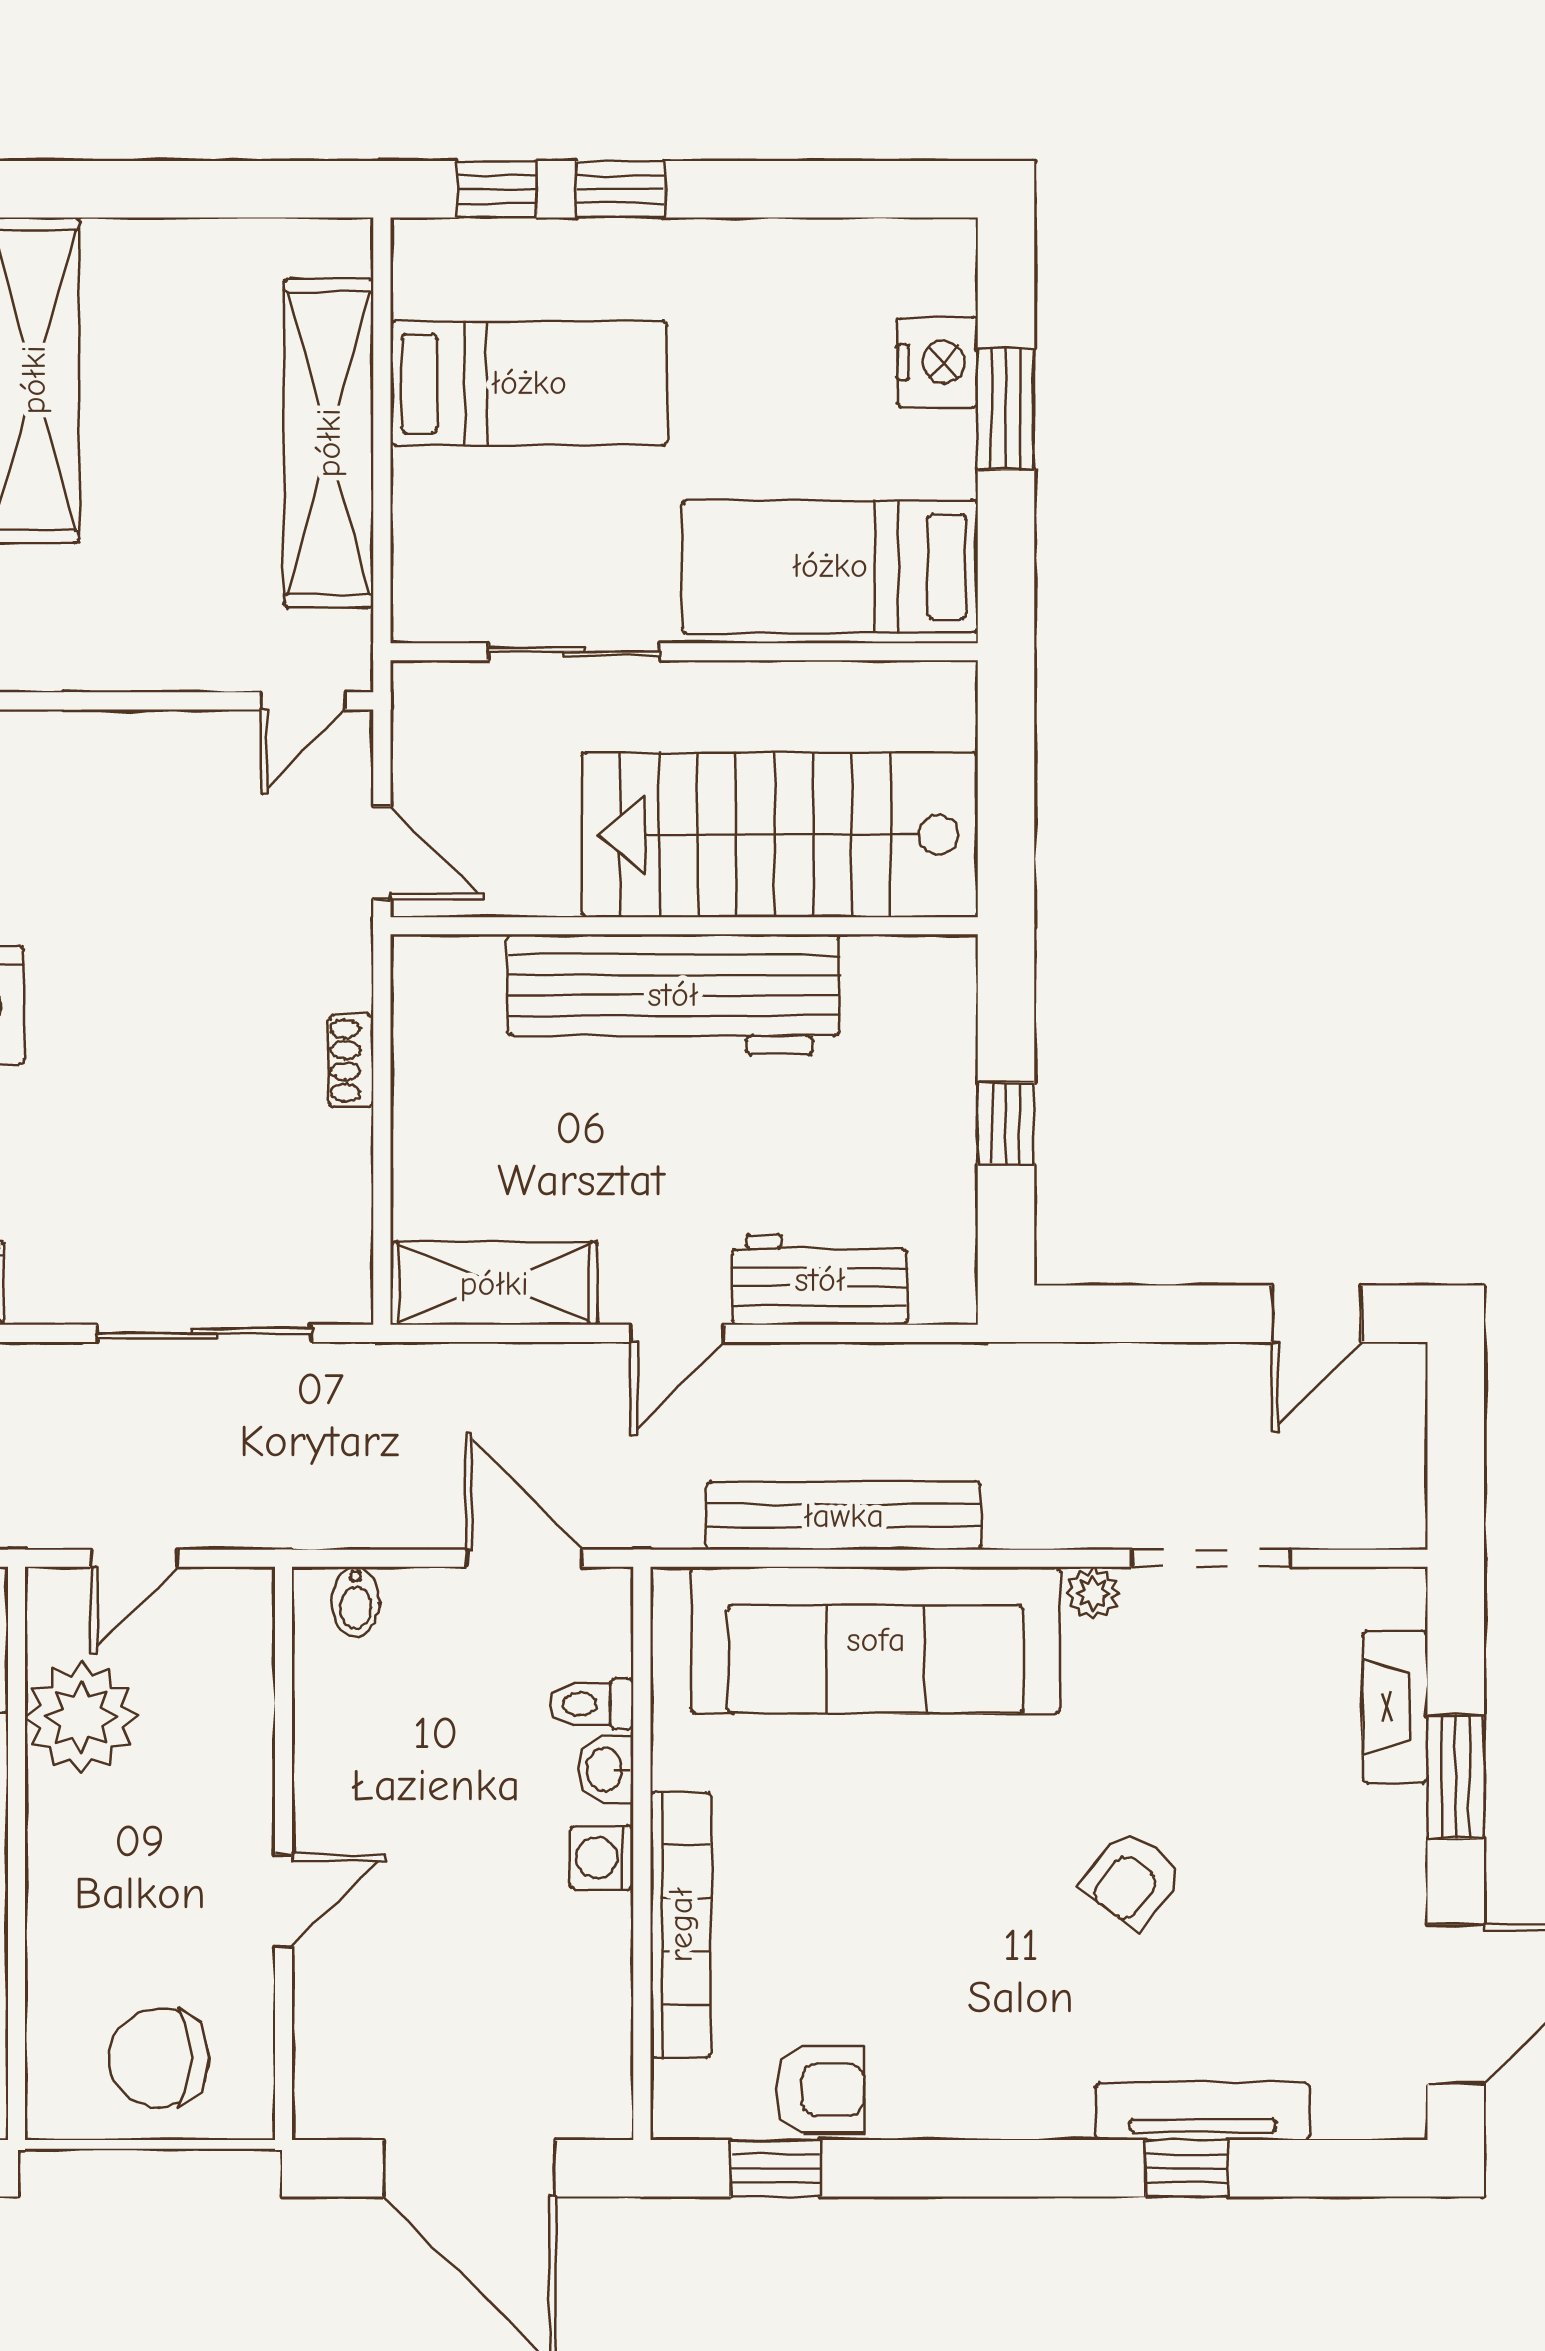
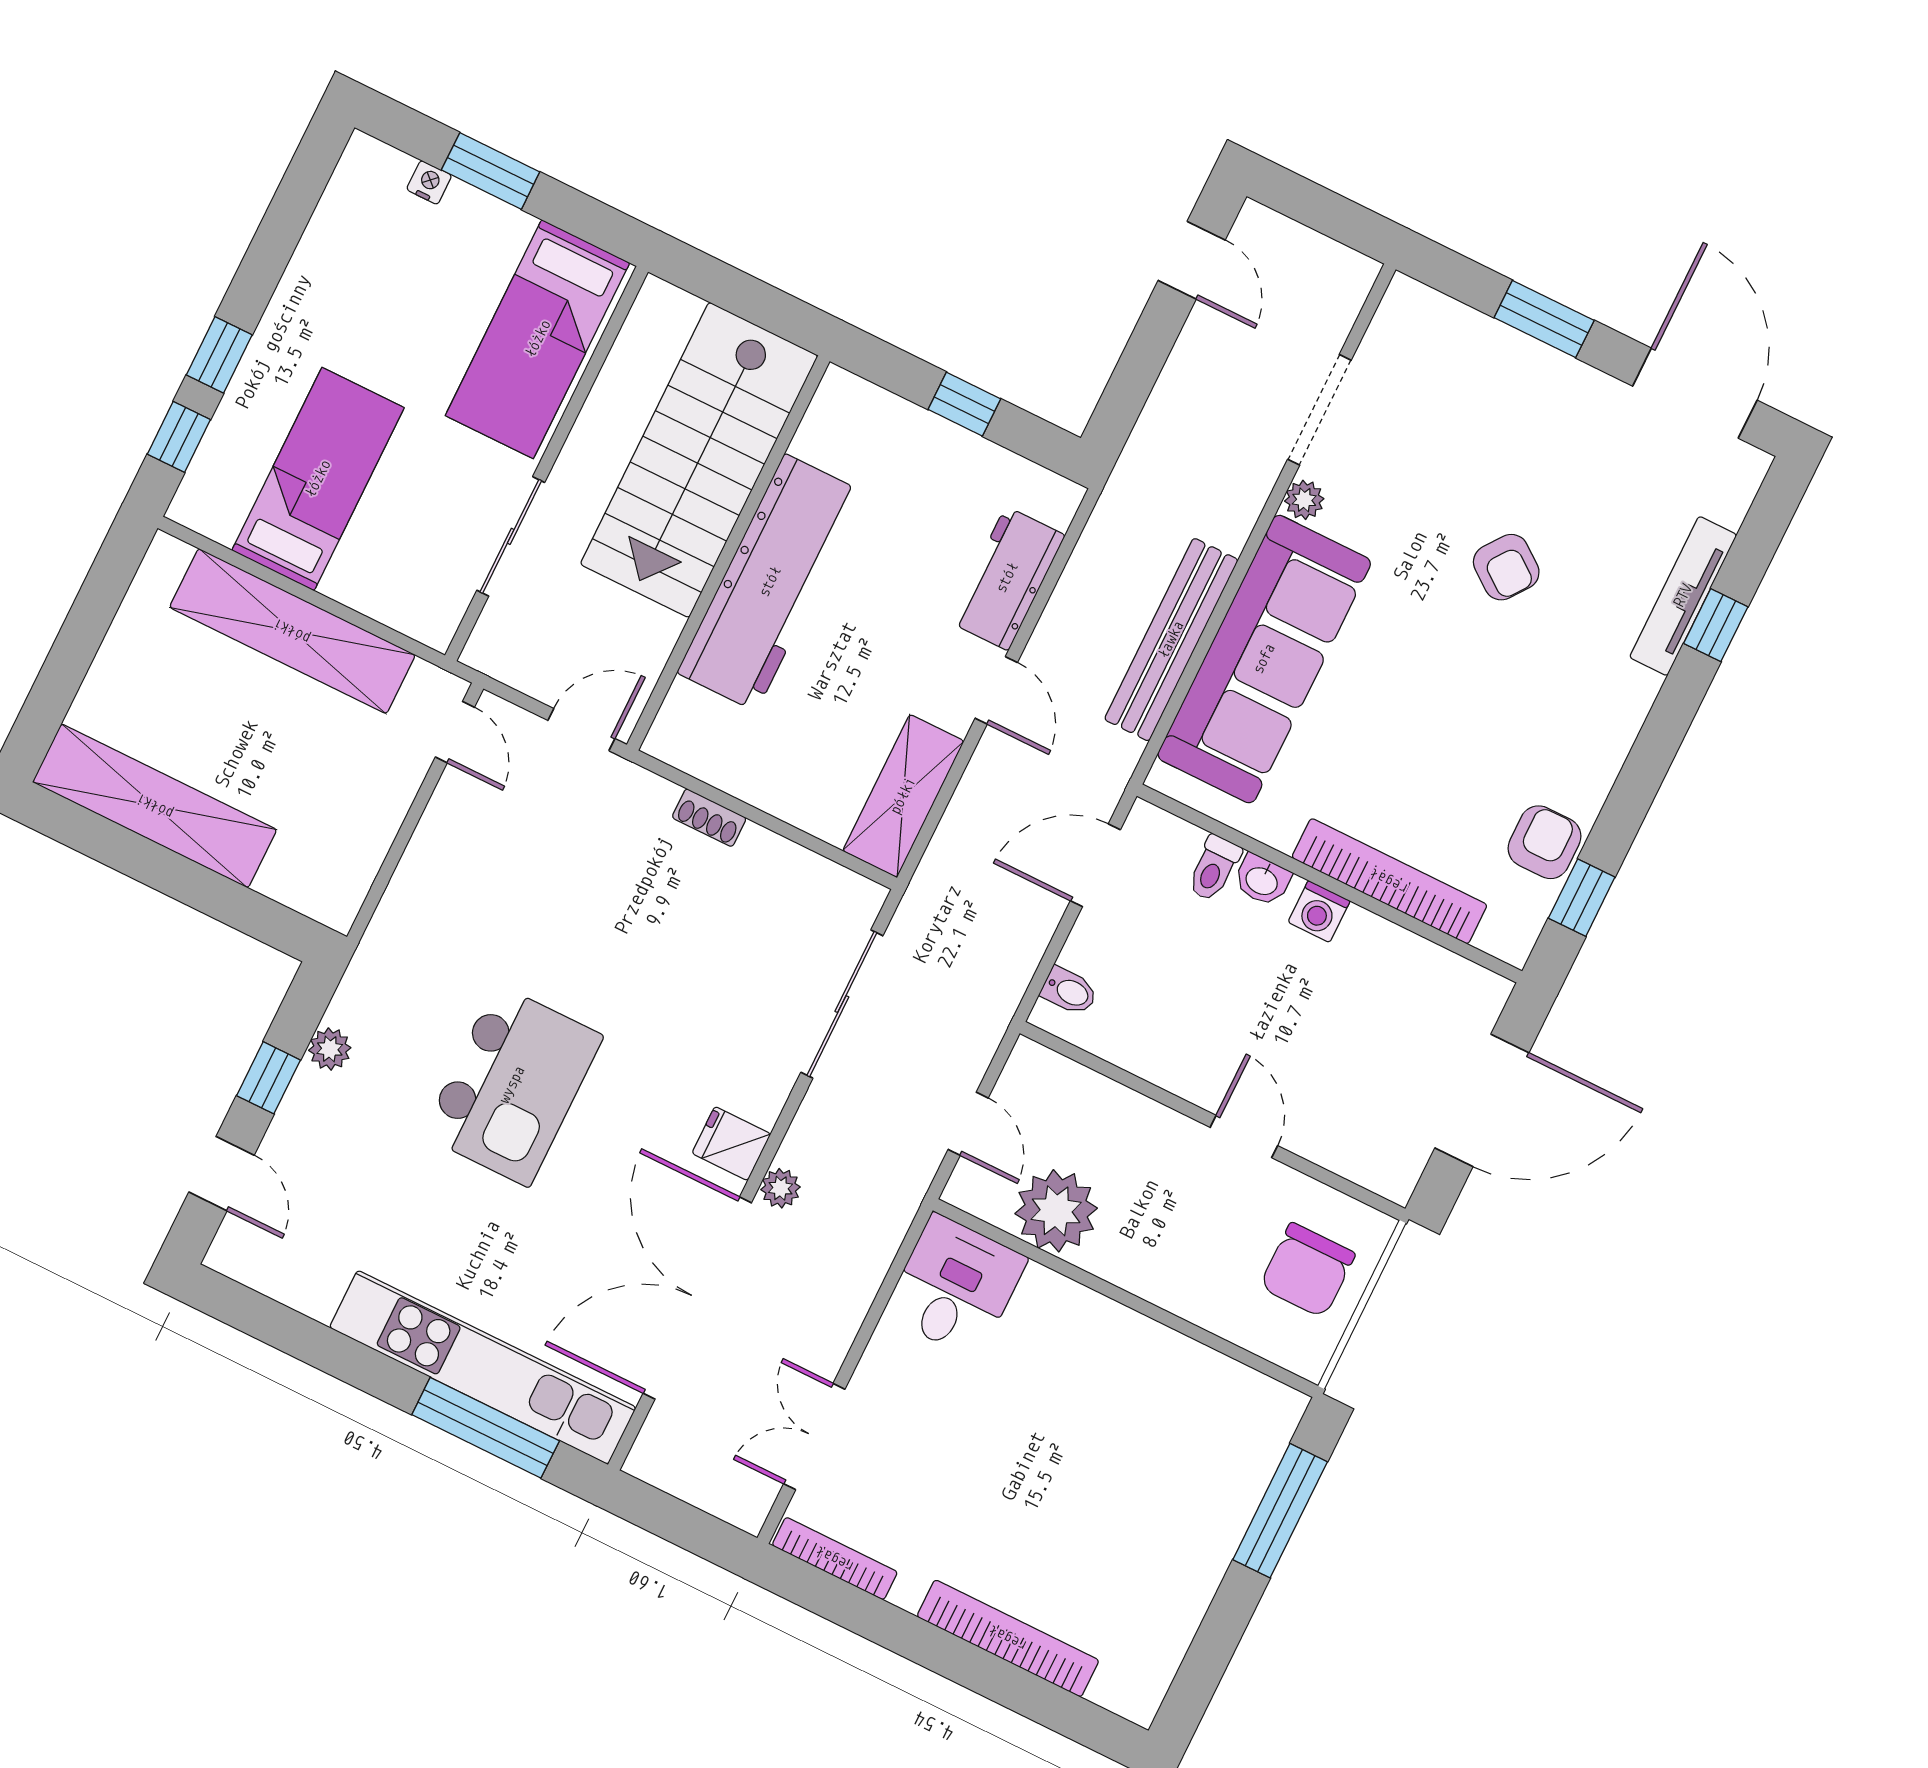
nightstand: (937, 362) -> (429, 182), width x0.53, depth x0.56
fireplace: (1395, 1707) -> (1478, 336), removed

